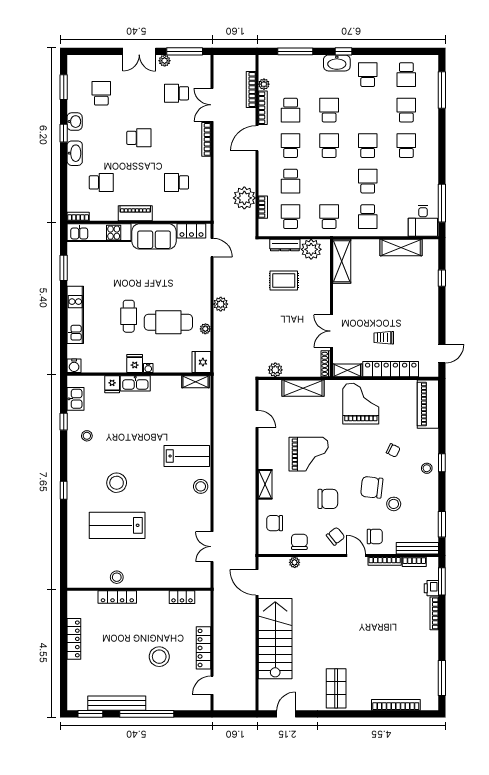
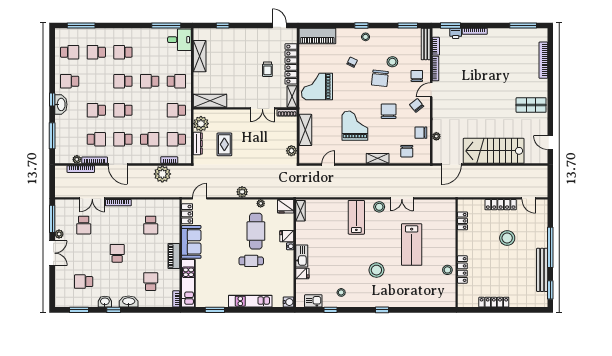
fridge: (135, 364) -> (287, 236), moved
lab bench: (117, 525) -> (412, 245), moved
double door: (212, 547) -> (402, 198), moved

